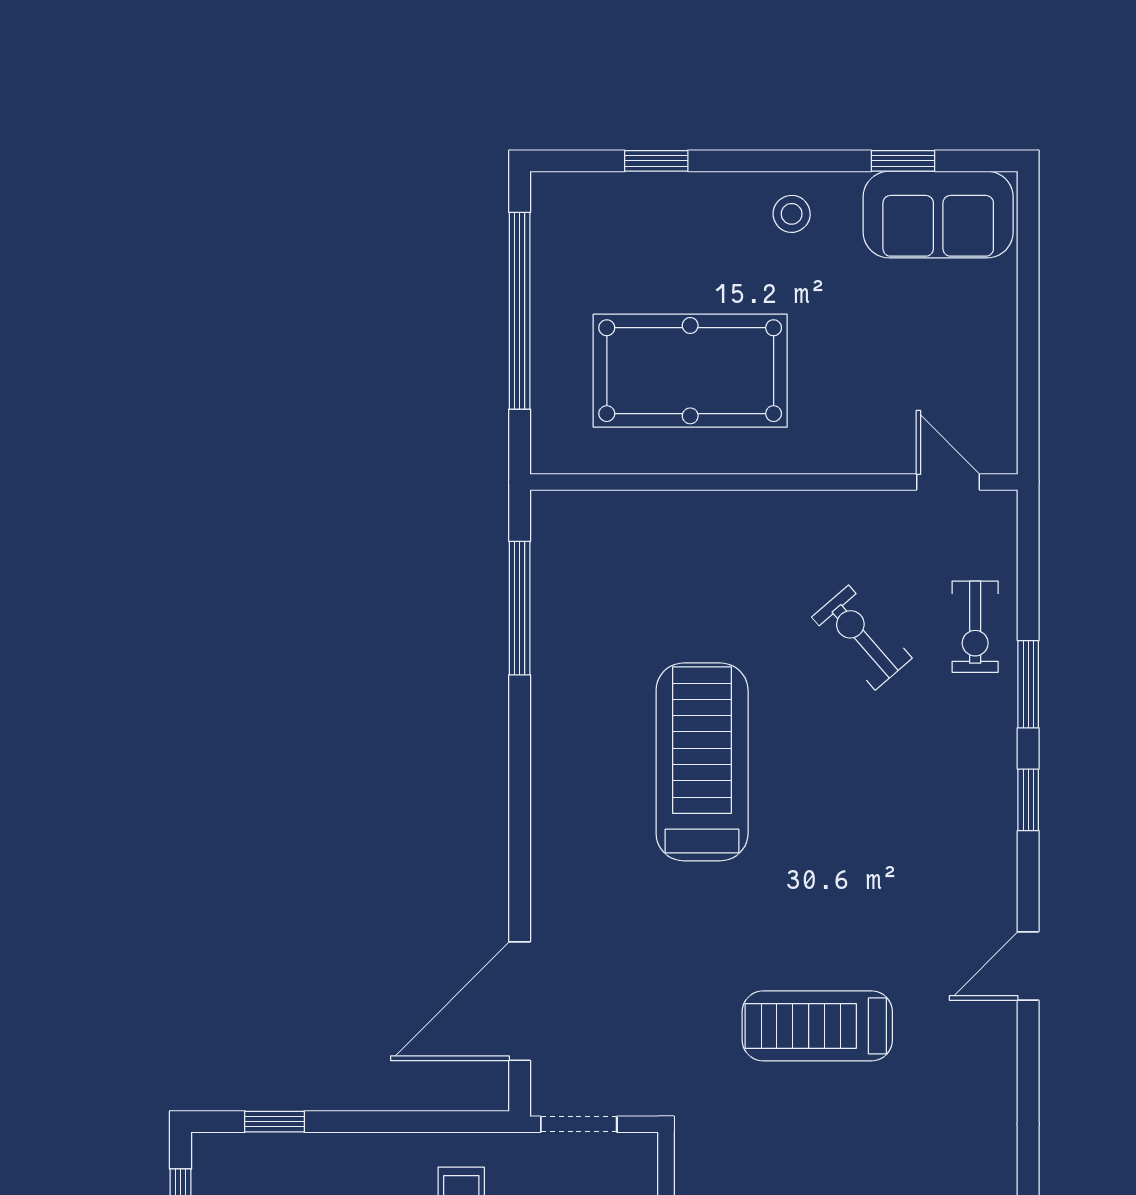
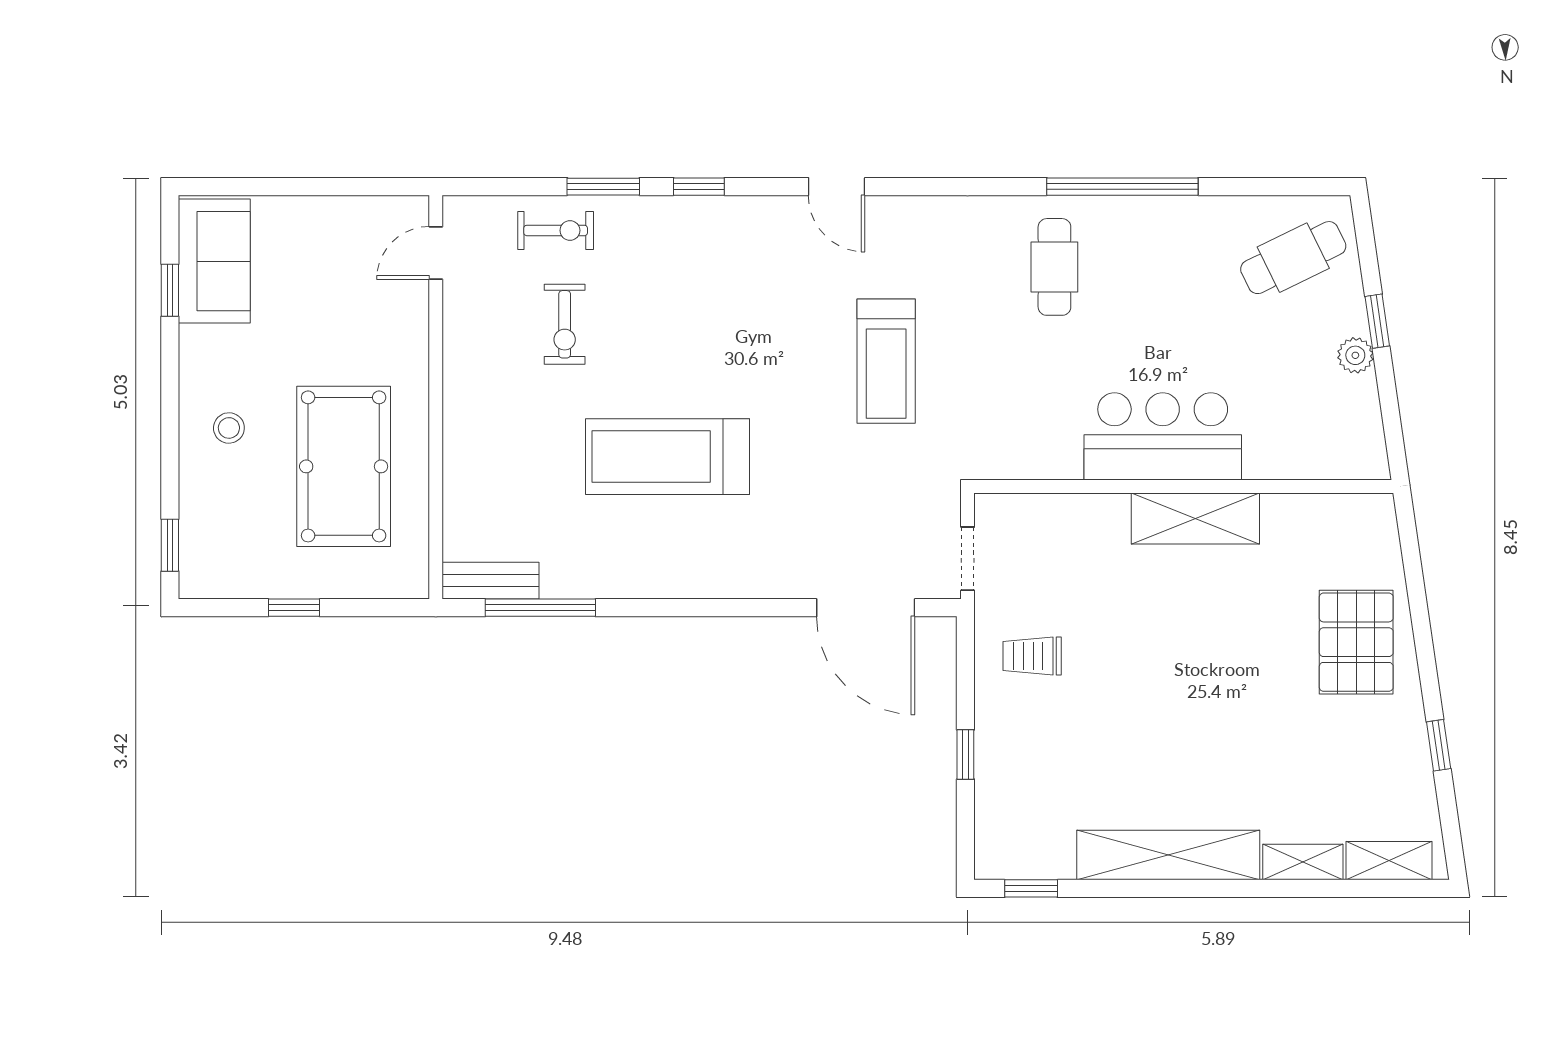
window: (656, 161) -> (170, 545), moved
stool: (792, 214) -> (229, 428), moved
window: (520, 311) -> (294, 608), width x0.32
bench: (552, 548) -> (491, 581), added
exercise bike: (862, 638) -> (565, 324), turned -49
window: (274, 1122) -> (965, 754), moved

